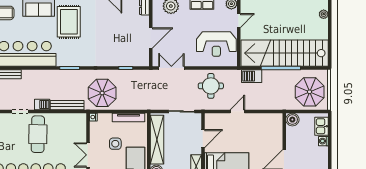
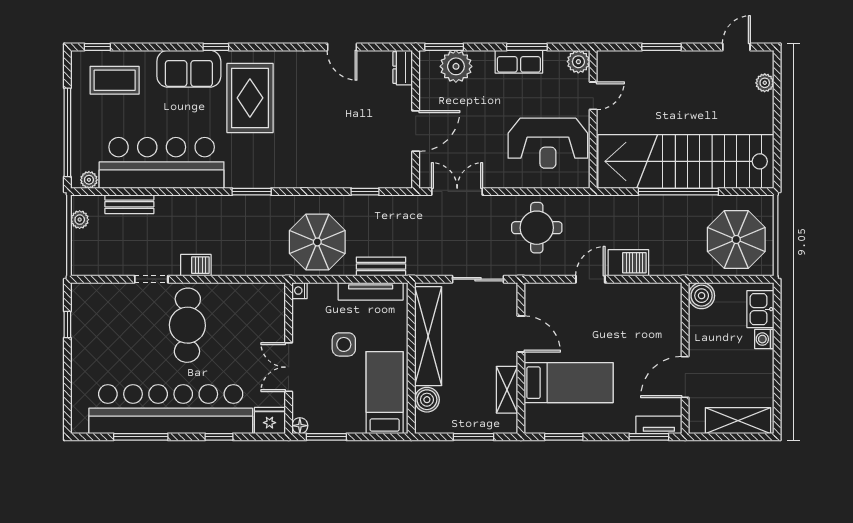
barbecue: (252, 76) -> (628, 263), moved, turned 180
bench: (67, 105) -> (381, 266), moved, width x0.73
door: (203, 139) -> (521, 334), hinge flipped

